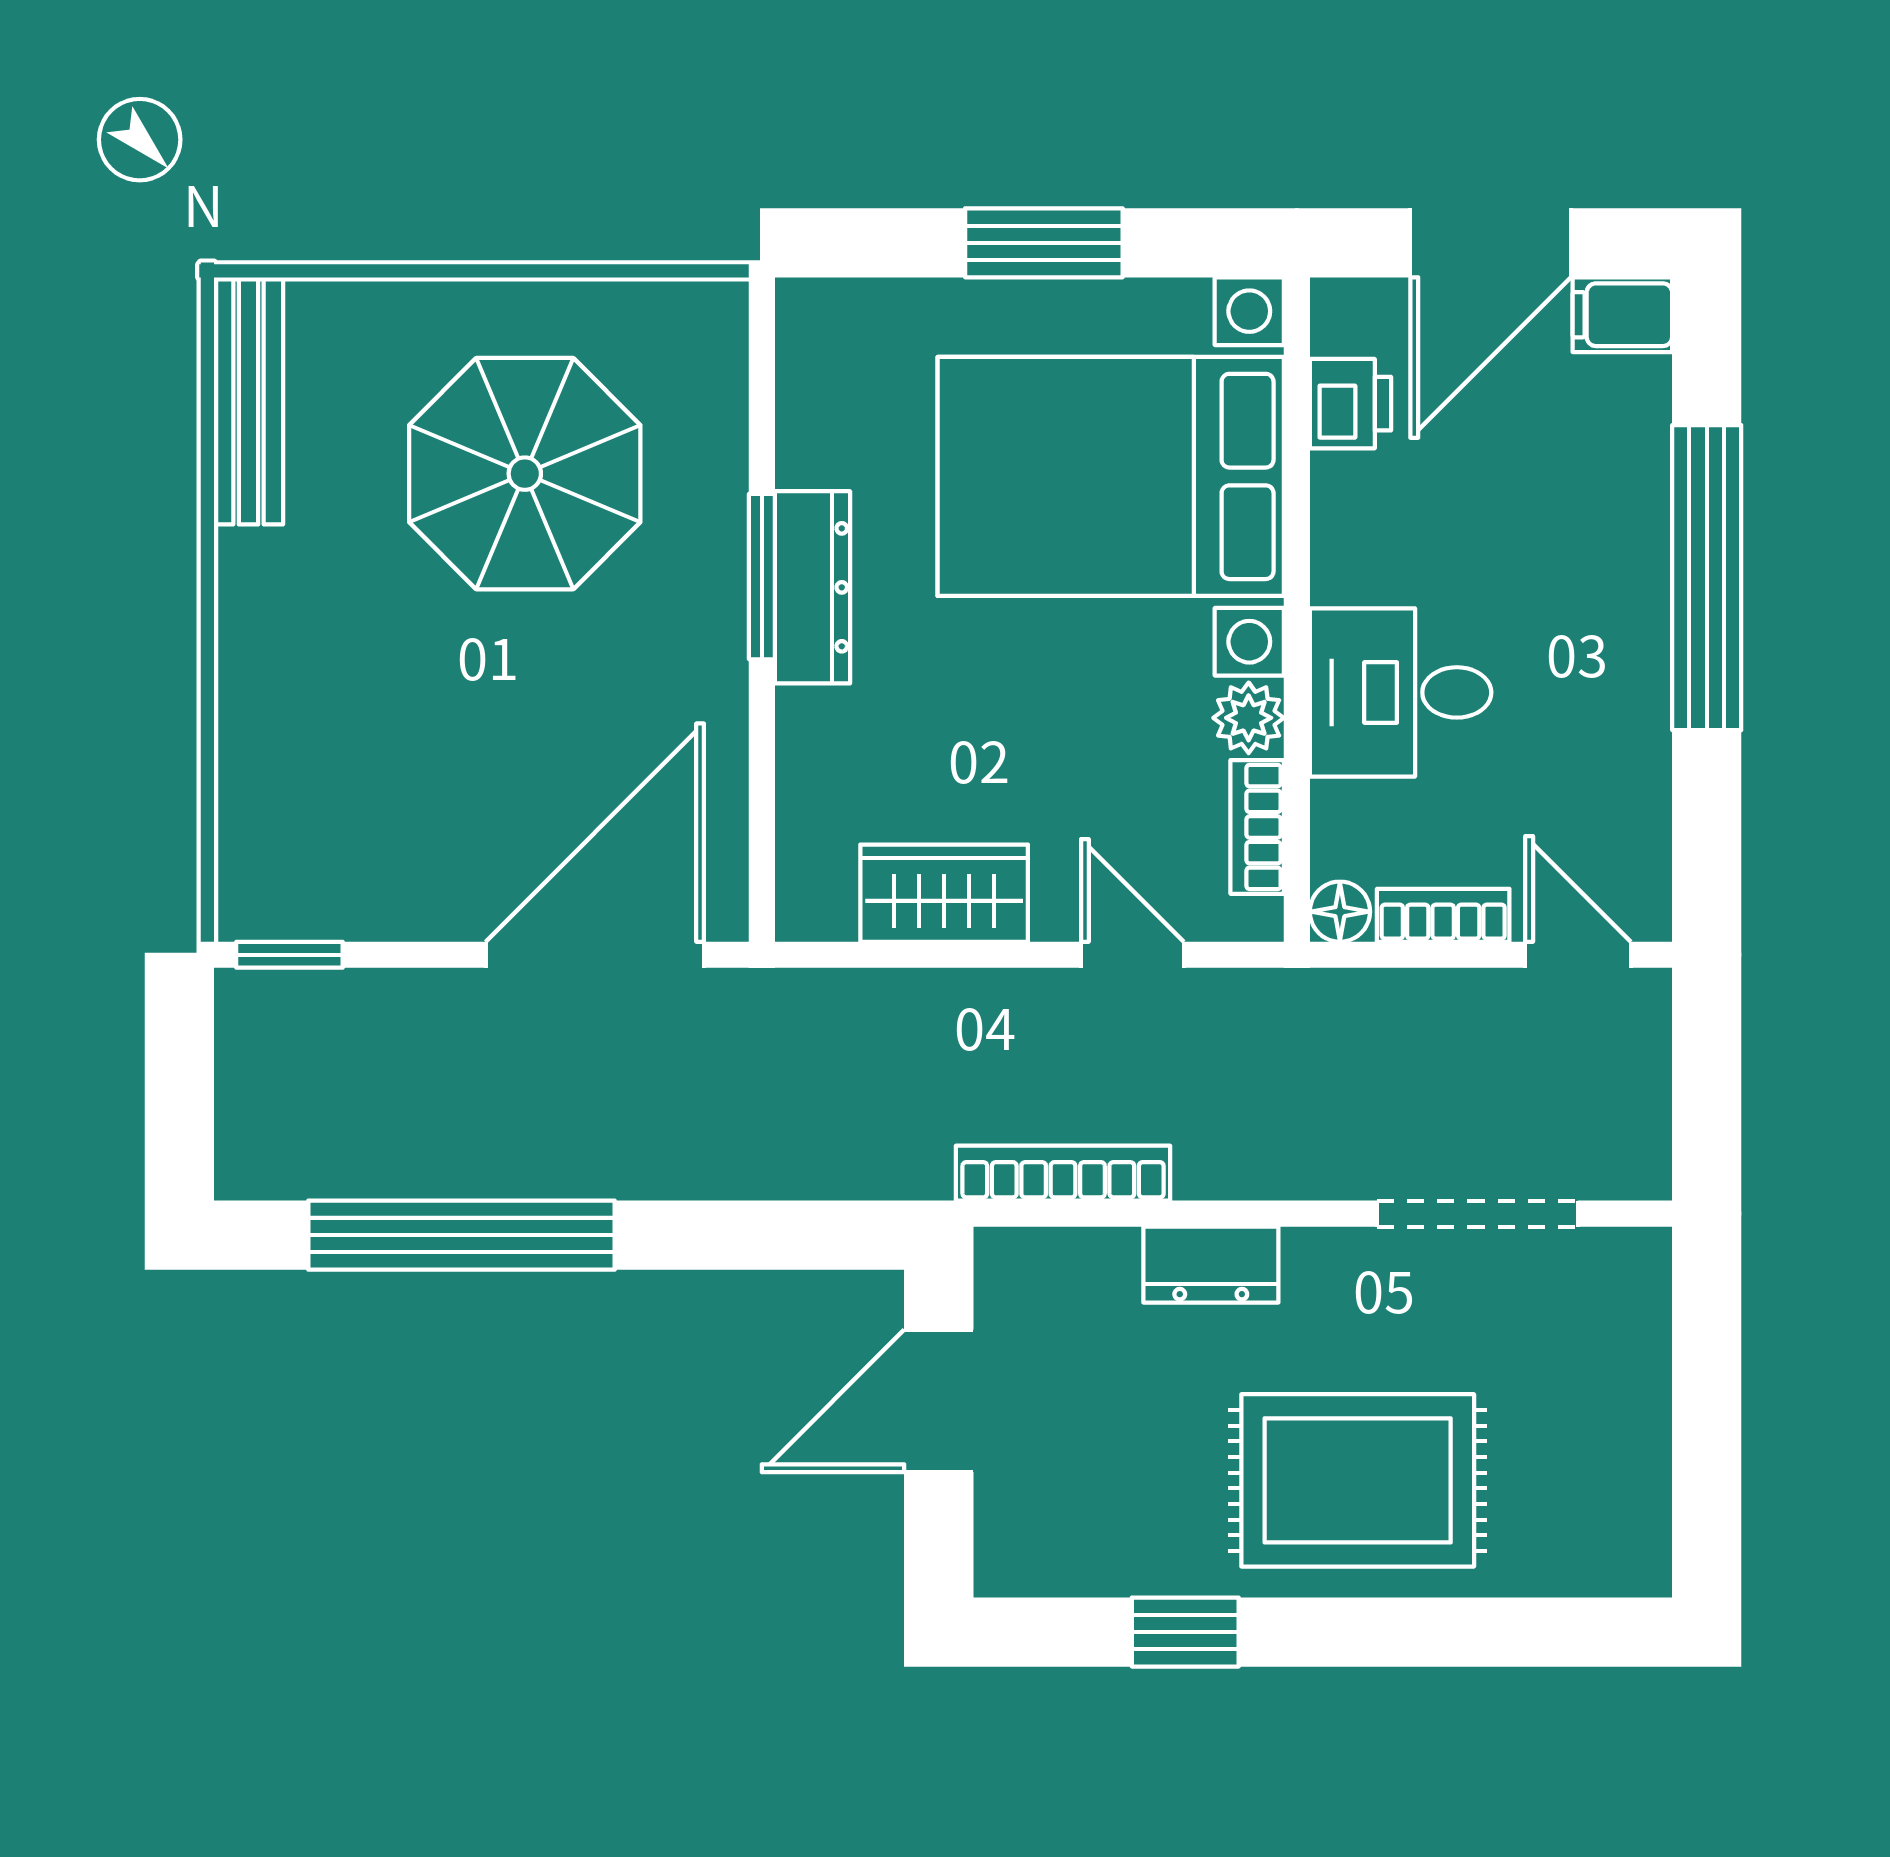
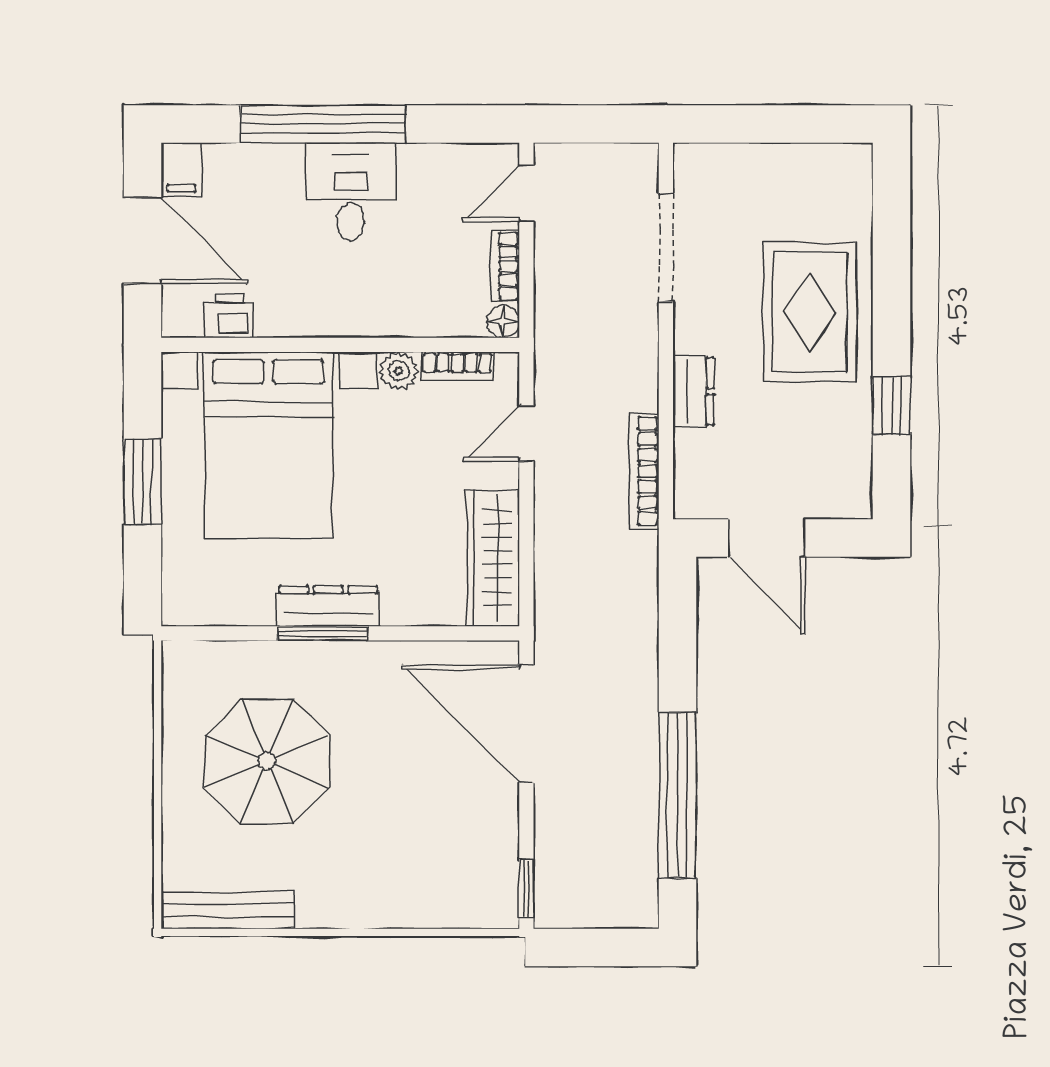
desk: (1401, 692) -> (350, 191), moved, turned 180
wardrobe: (944, 893) -> (493, 558), width x1.50

